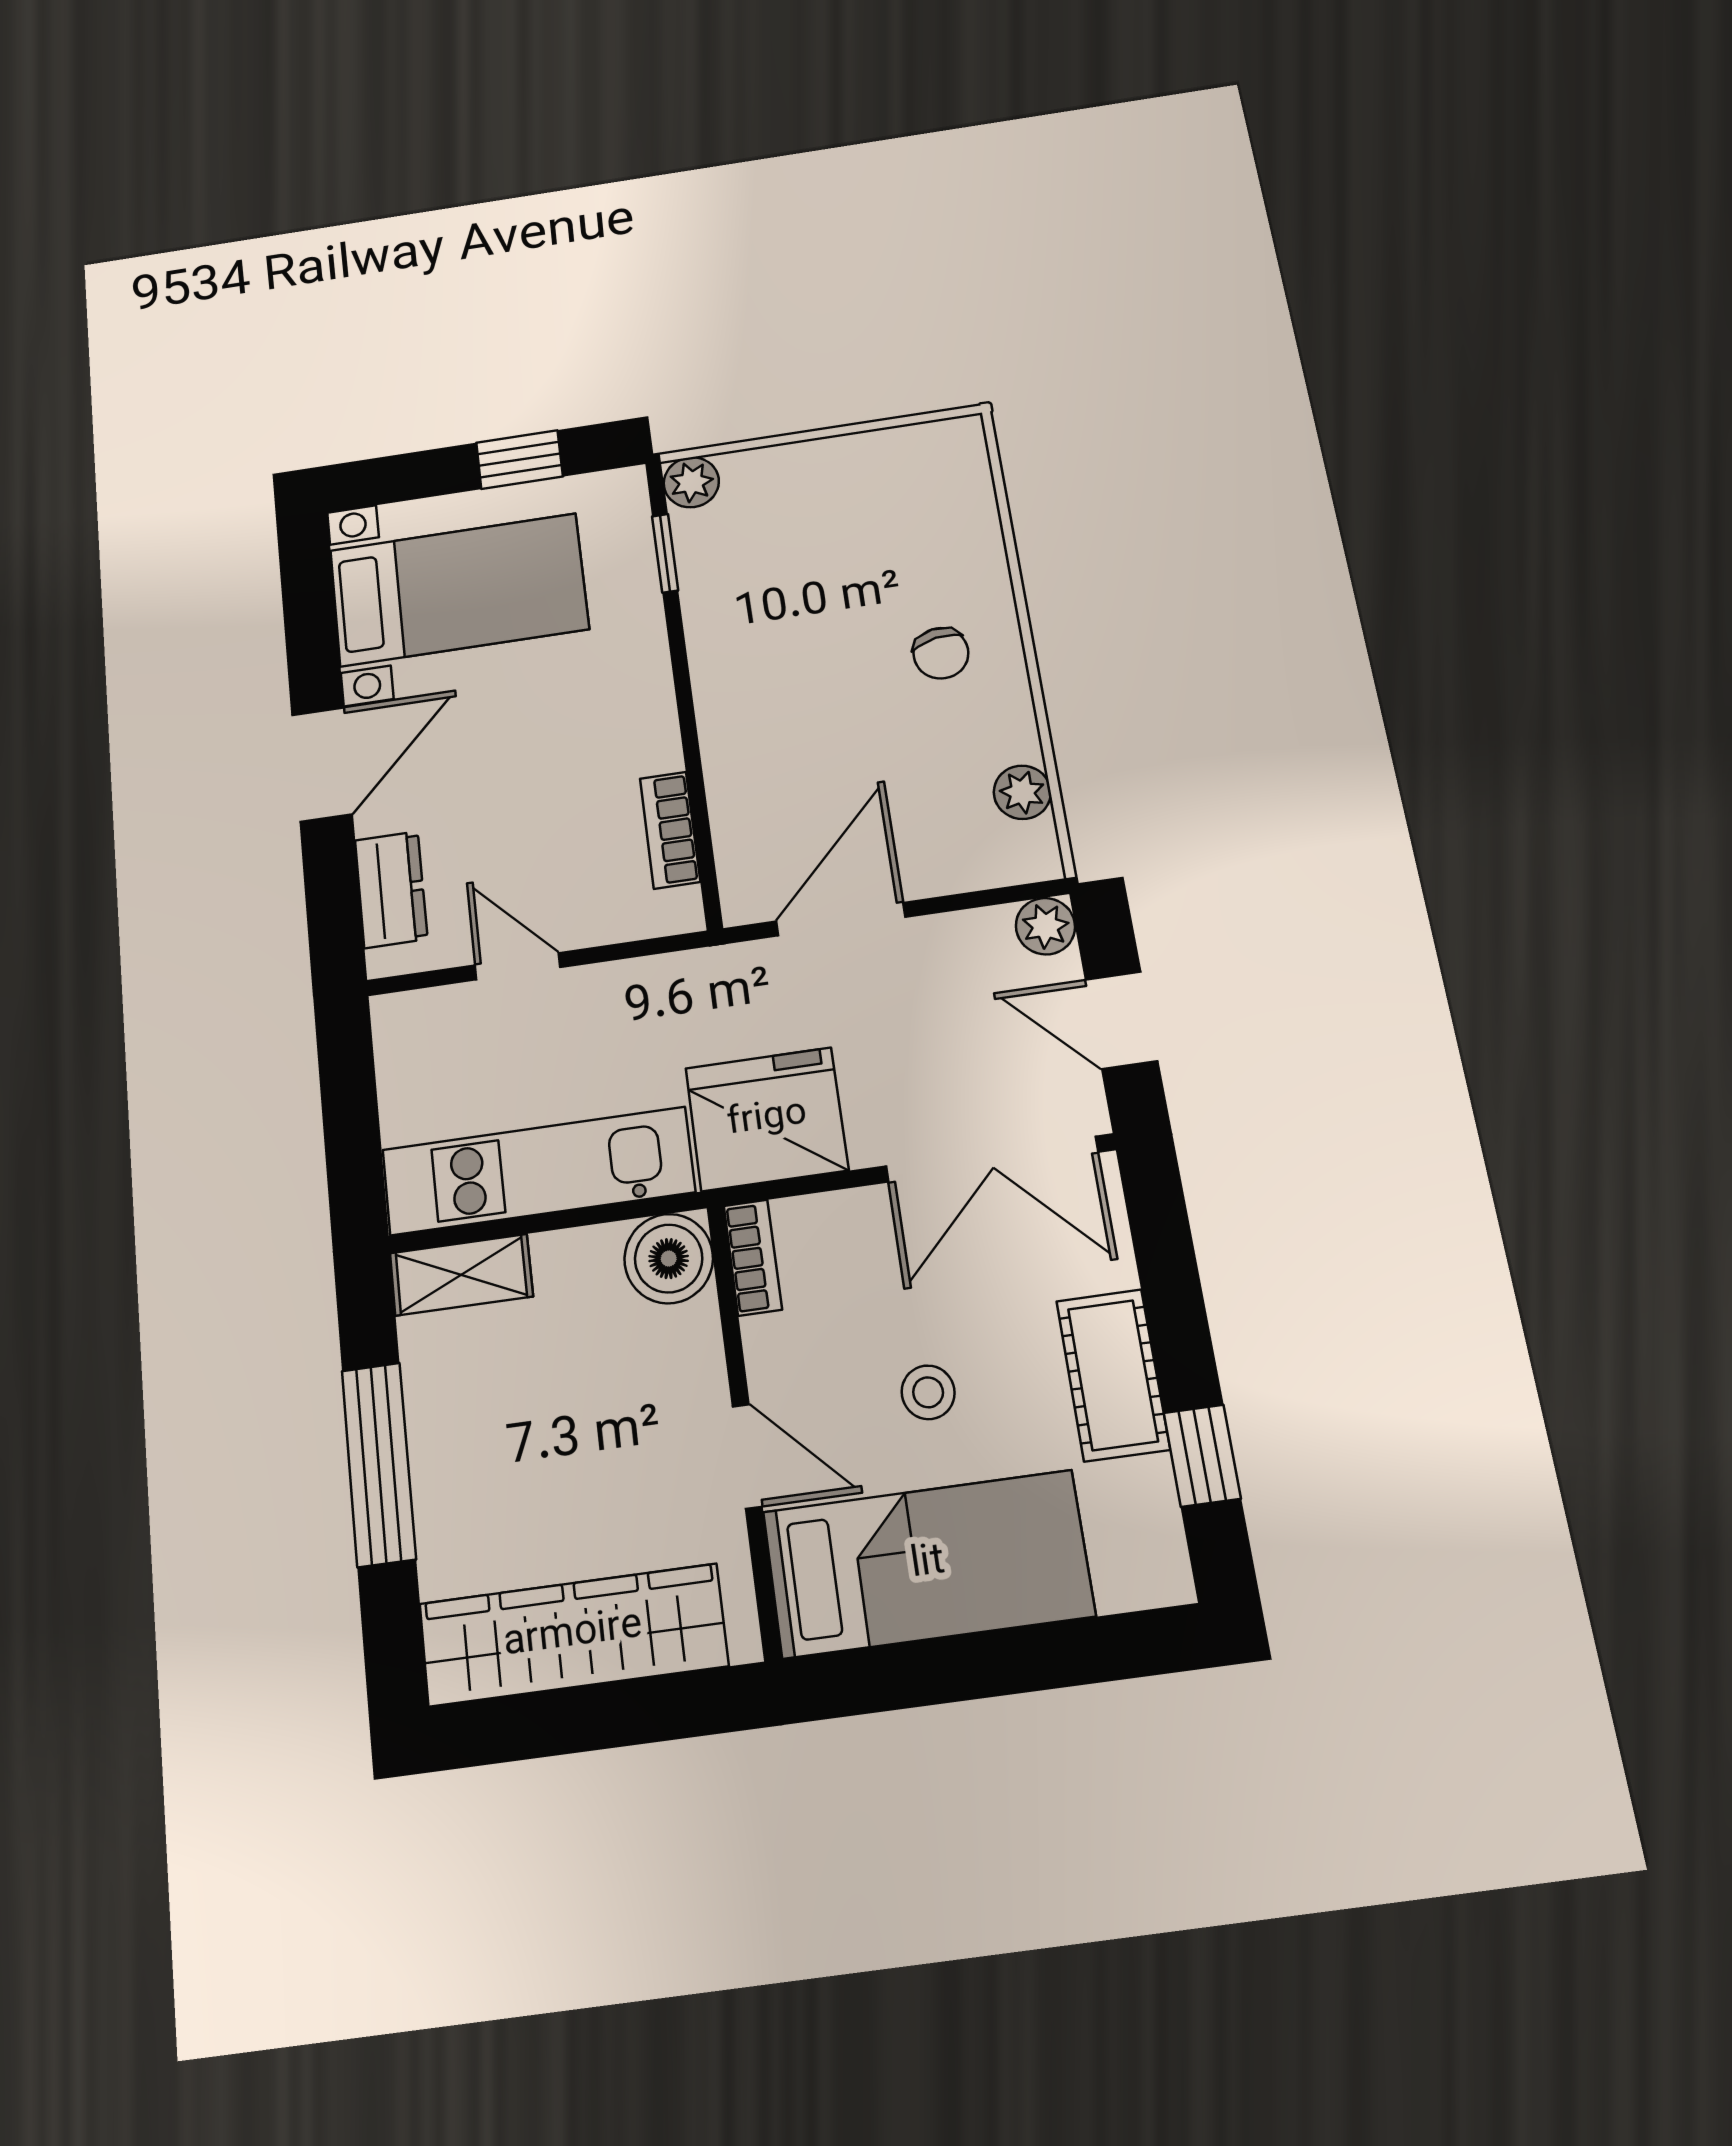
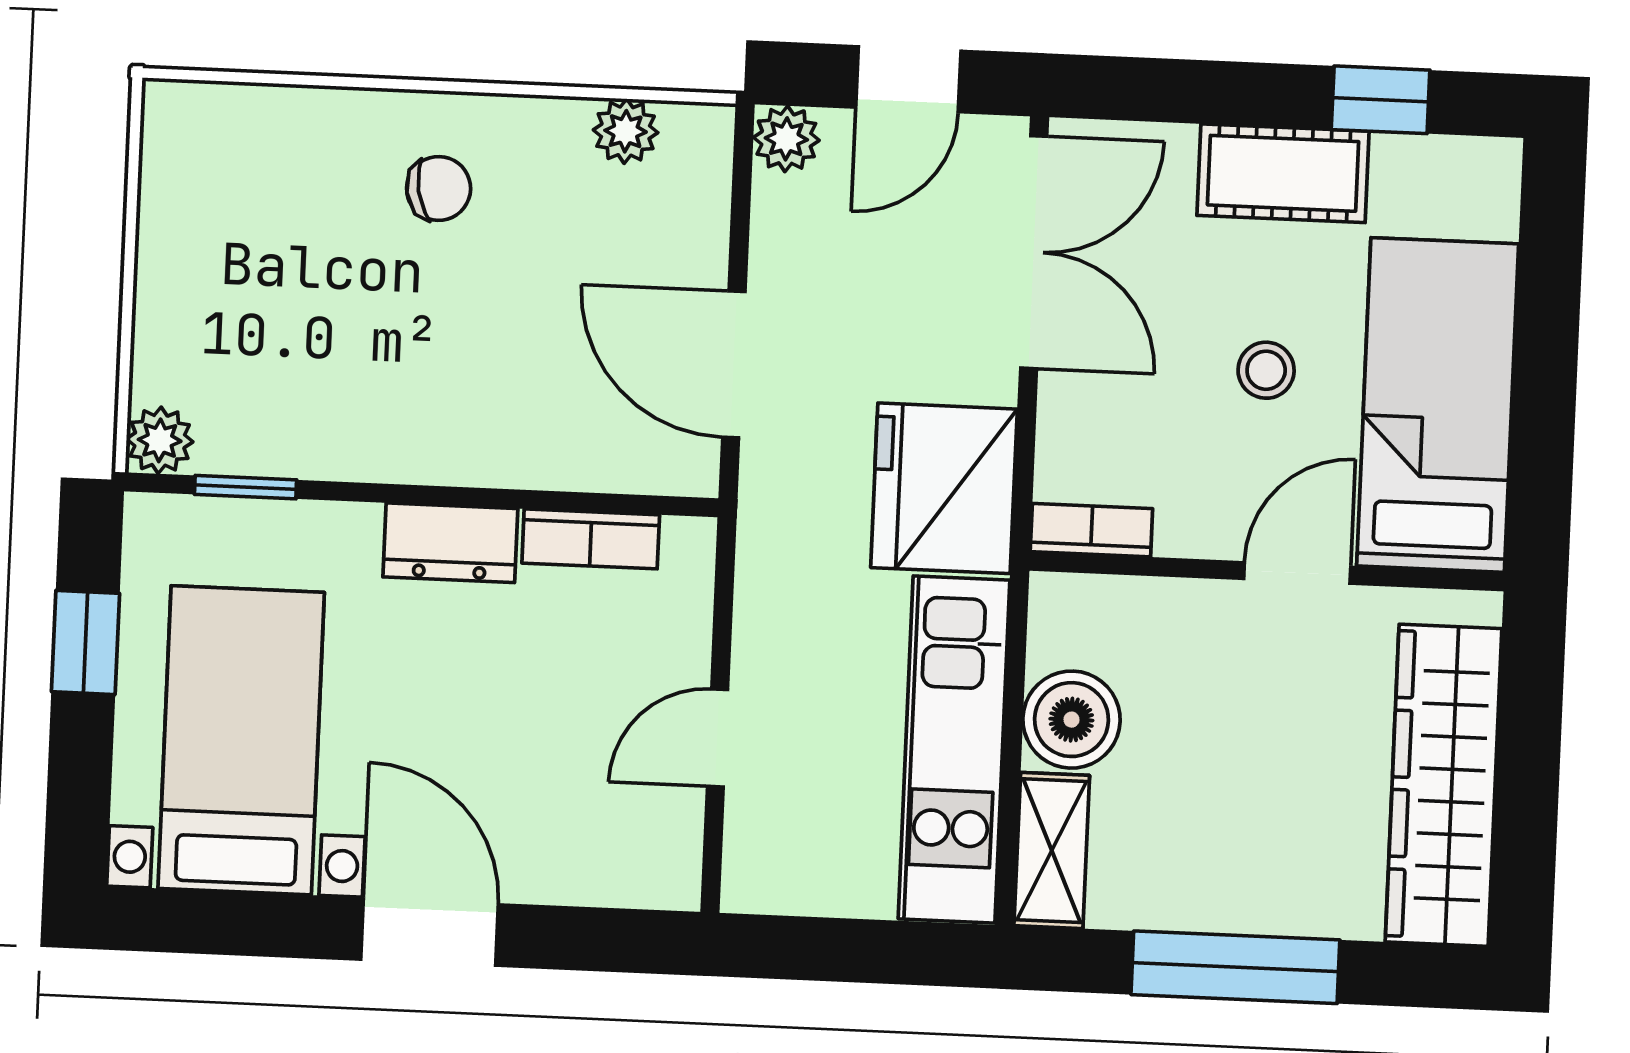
dresser: (391, 889) -> (450, 543), moved, turned 180
boiler: (669, 1259) -> (1071, 720), moved

